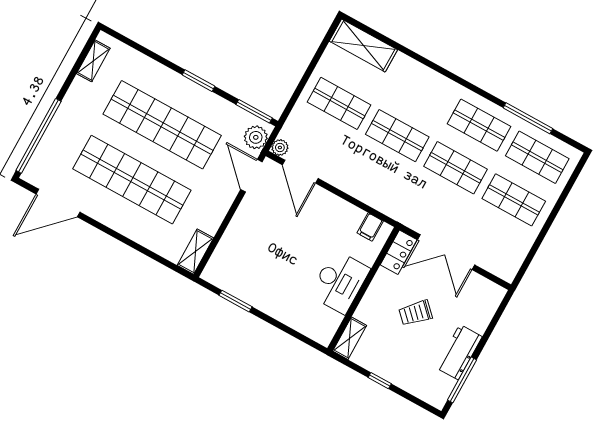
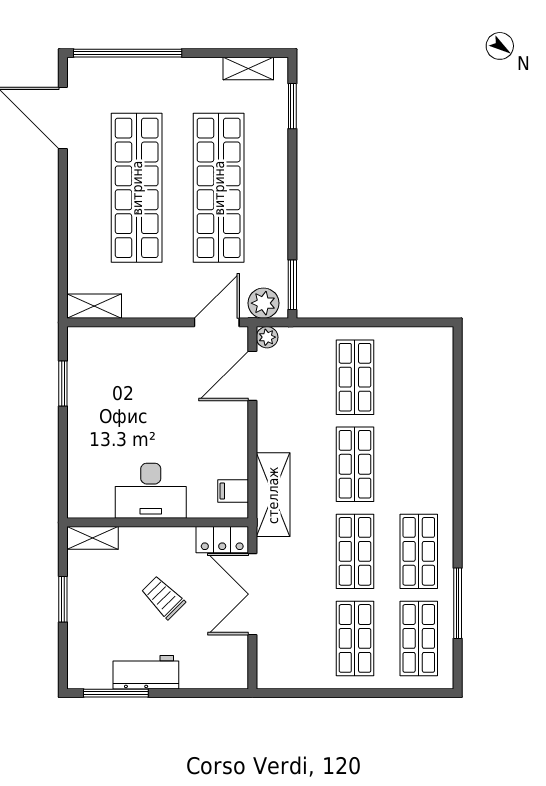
shelving: (363, 45) -> (273, 495), moved
window: (199, 81) -> (292, 106), moved
window: (380, 381) -> (63, 599), width x1.50

